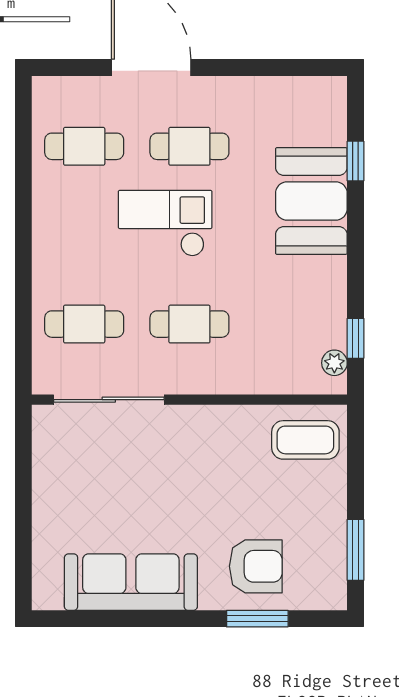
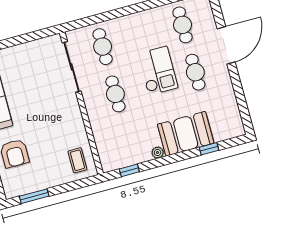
plant: (334, 363) -> (158, 153), moved
coffee table: (305, 440) -> (77, 160), width x0.73, depth x0.77

